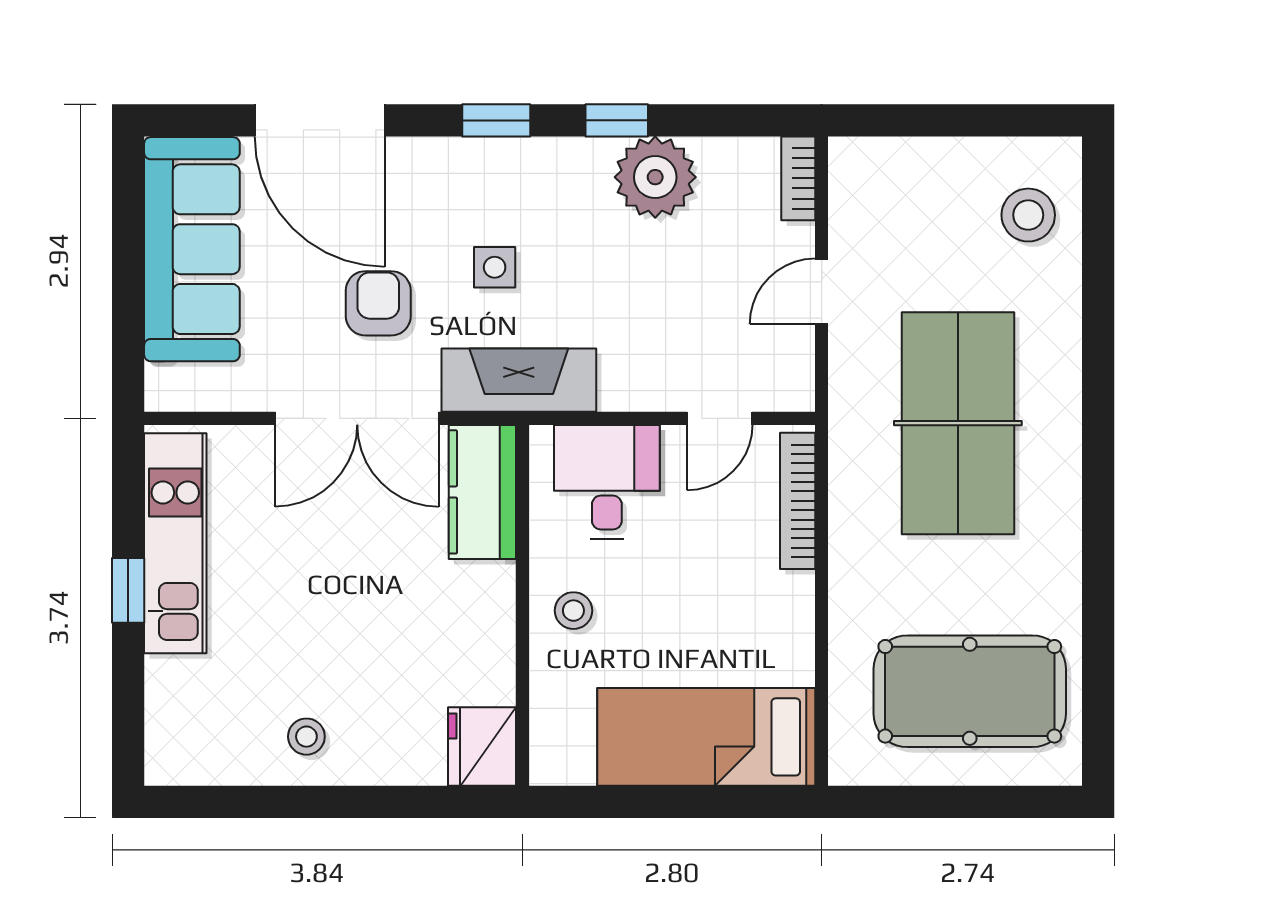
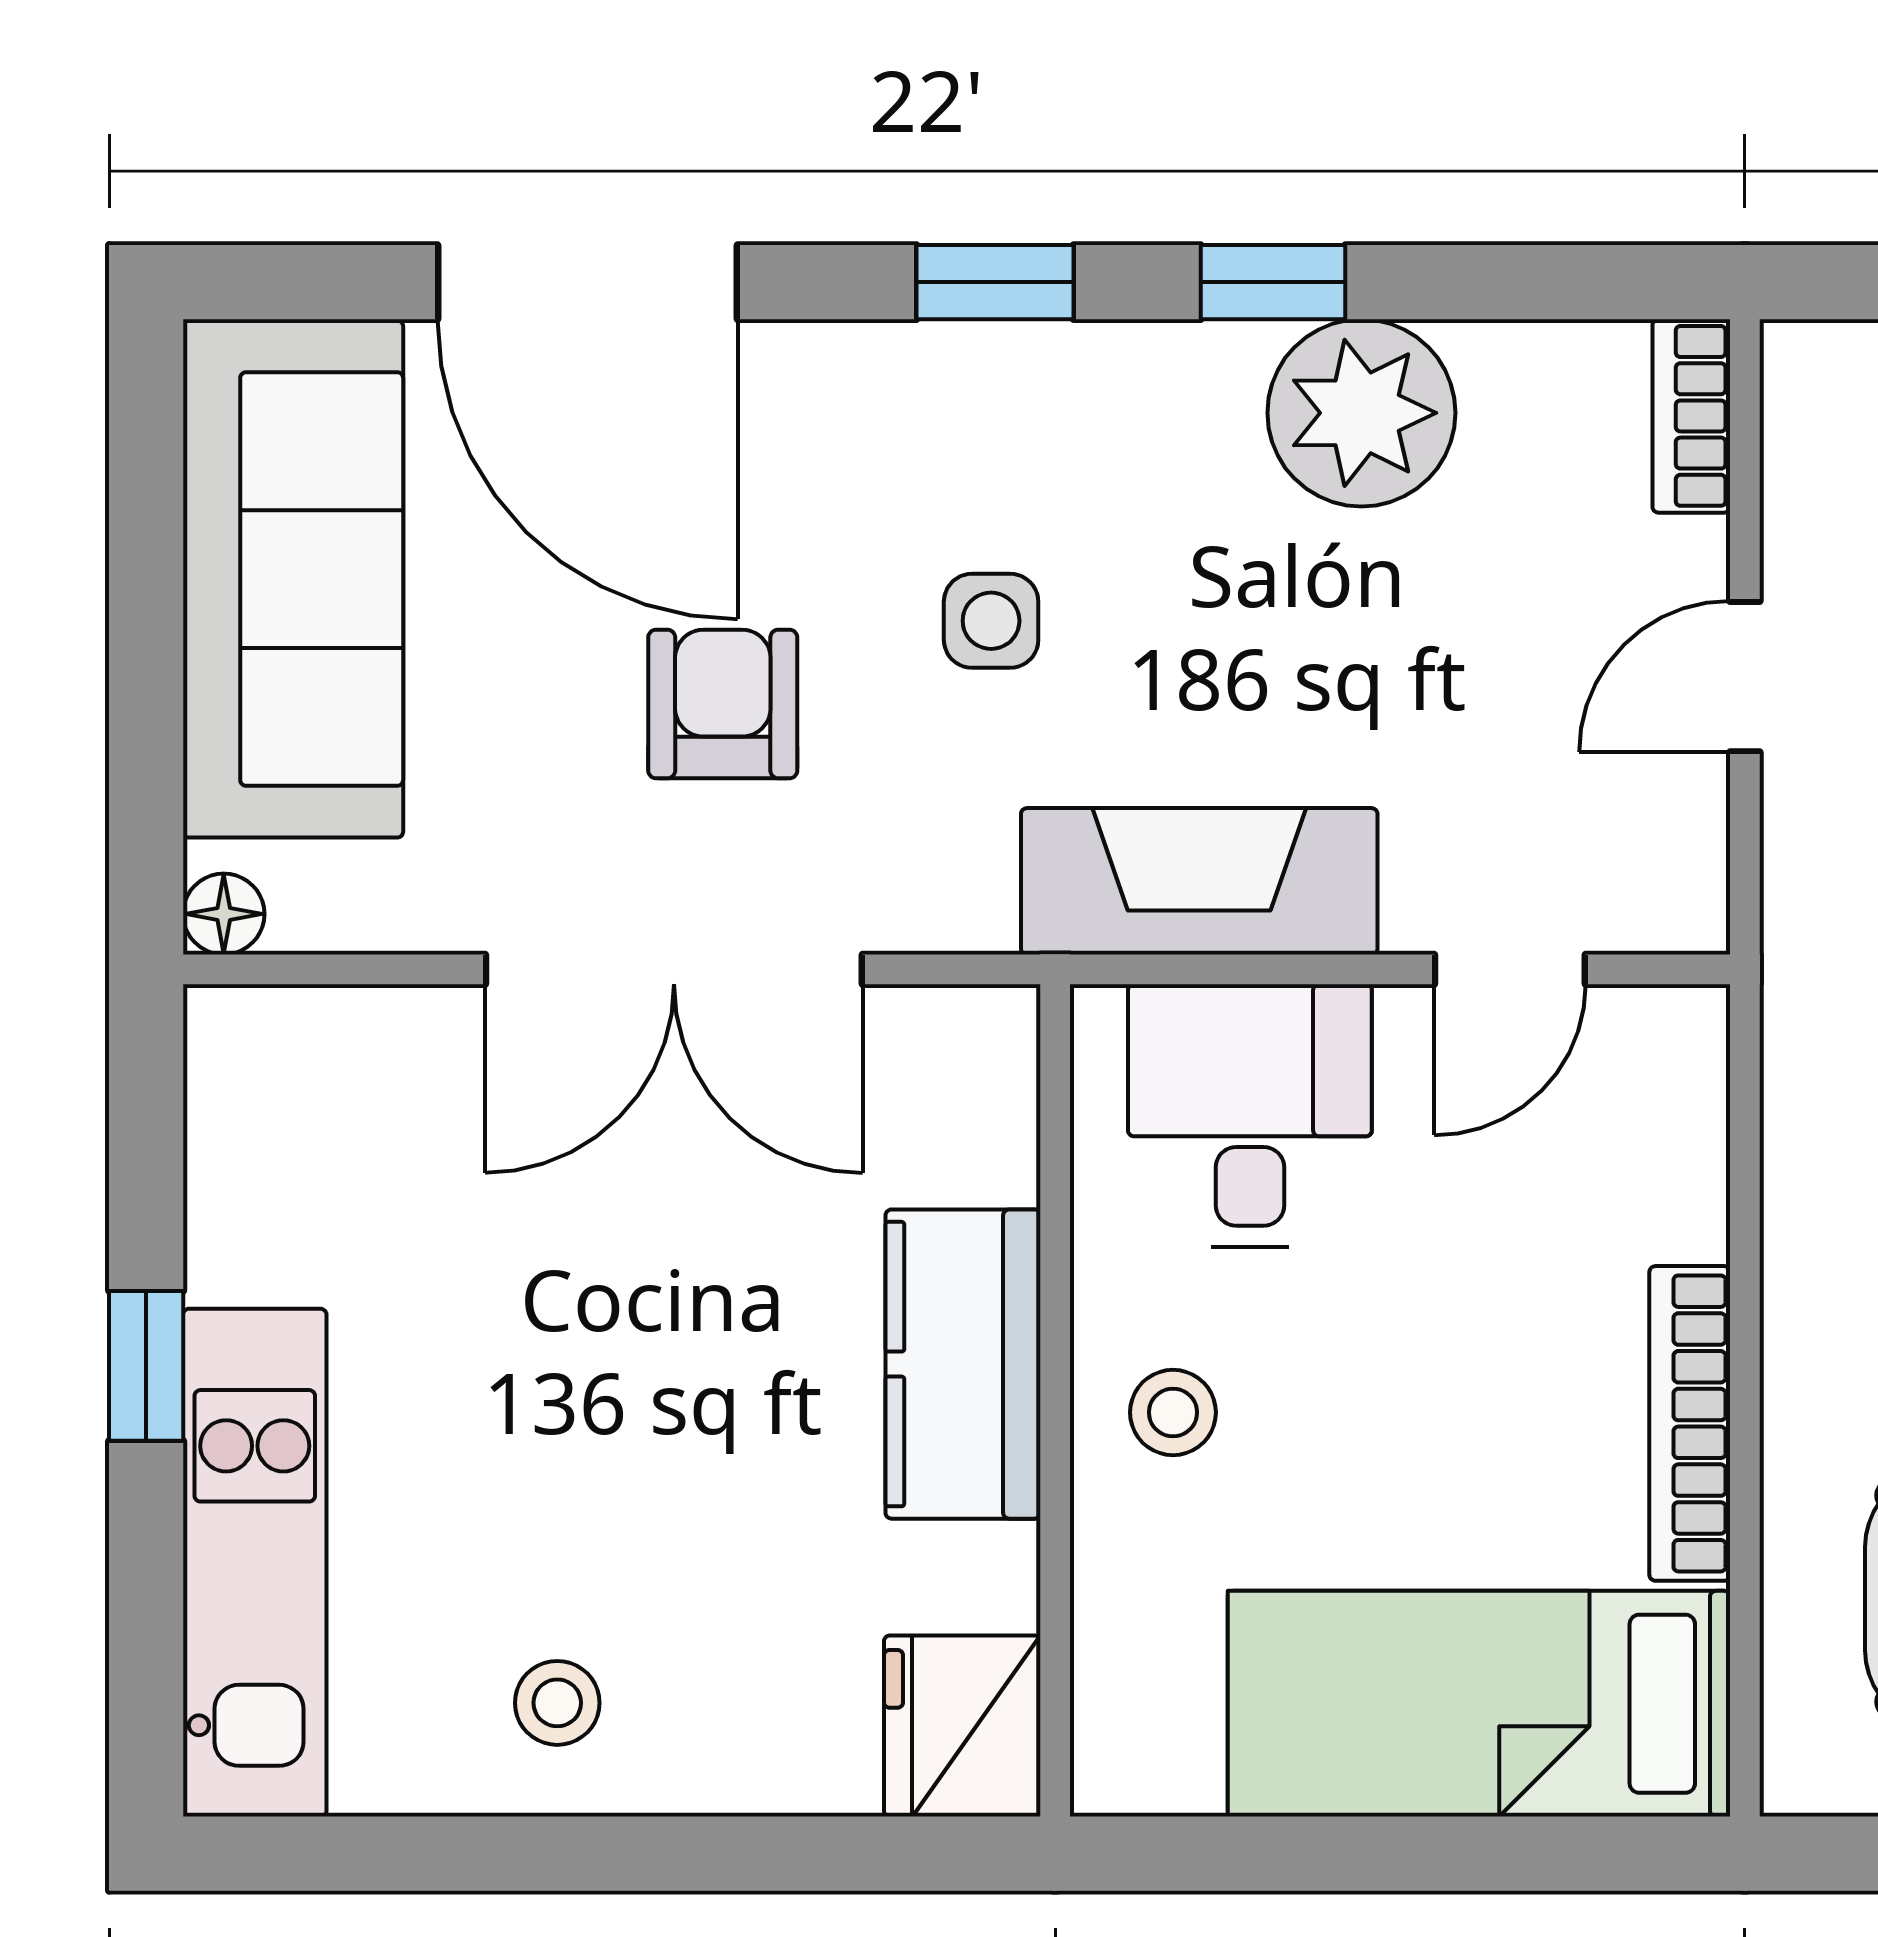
fireplace: (519, 380) -> (1199, 881), moved
floor lamp: (162, 394) -> (224, 914), added
kitchen counter: (482, 492) -> (963, 1364), moved
bookcase: (798, 501) -> (1690, 1423), moved
kitchen unit: (175, 543) -> (255, 1563), moved

